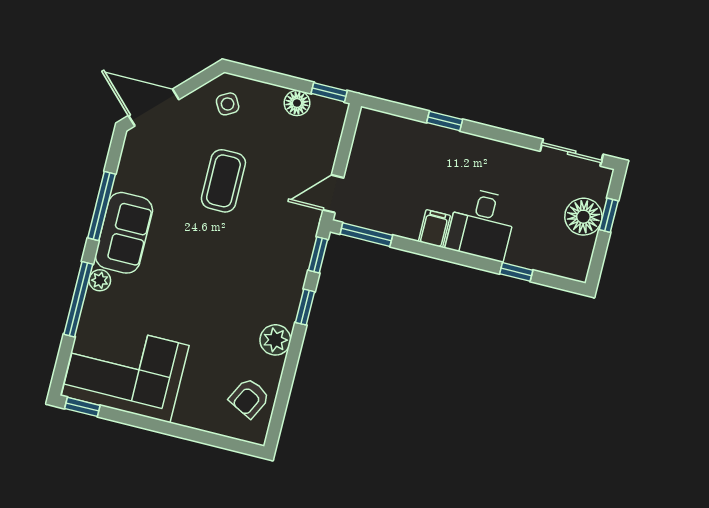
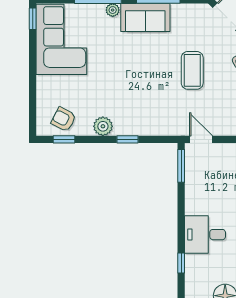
coffee table: (223, 181) -> (192, 70), turned 90
filing cabinet: (434, 229) -> (195, 206), removed
window: (318, 255) -> (64, 139), moved

